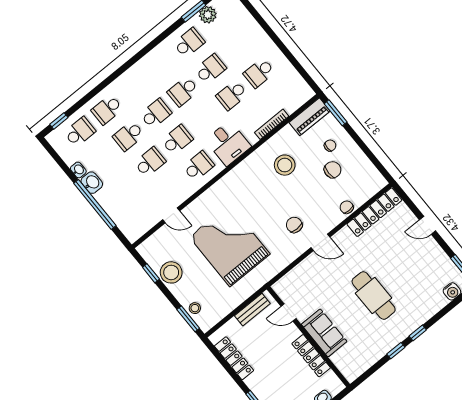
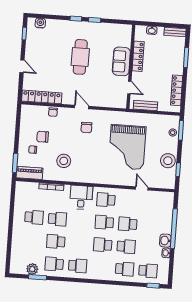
school desk: (183, 91) -> (78, 266), moved
school desk: (80, 132) -> (148, 271), turned 180

